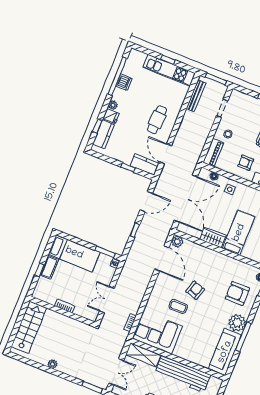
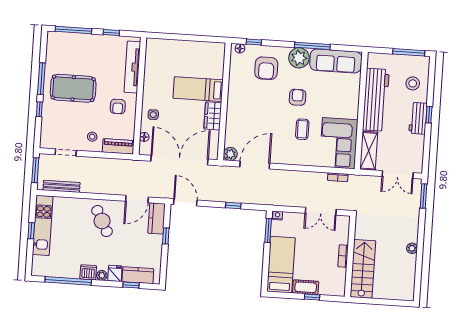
dishwasher: (124, 82) -> (88, 272), moved
cafe table: (157, 120) -> (102, 221), turned 59
door: (146, 202) -> (185, 202), moved
armchair: (195, 290) -> (298, 97), moved, turned 73
stairs: (29, 327) -> (363, 269), moved, turned 90
double door: (116, 372) -> (398, 175), swing flipped

